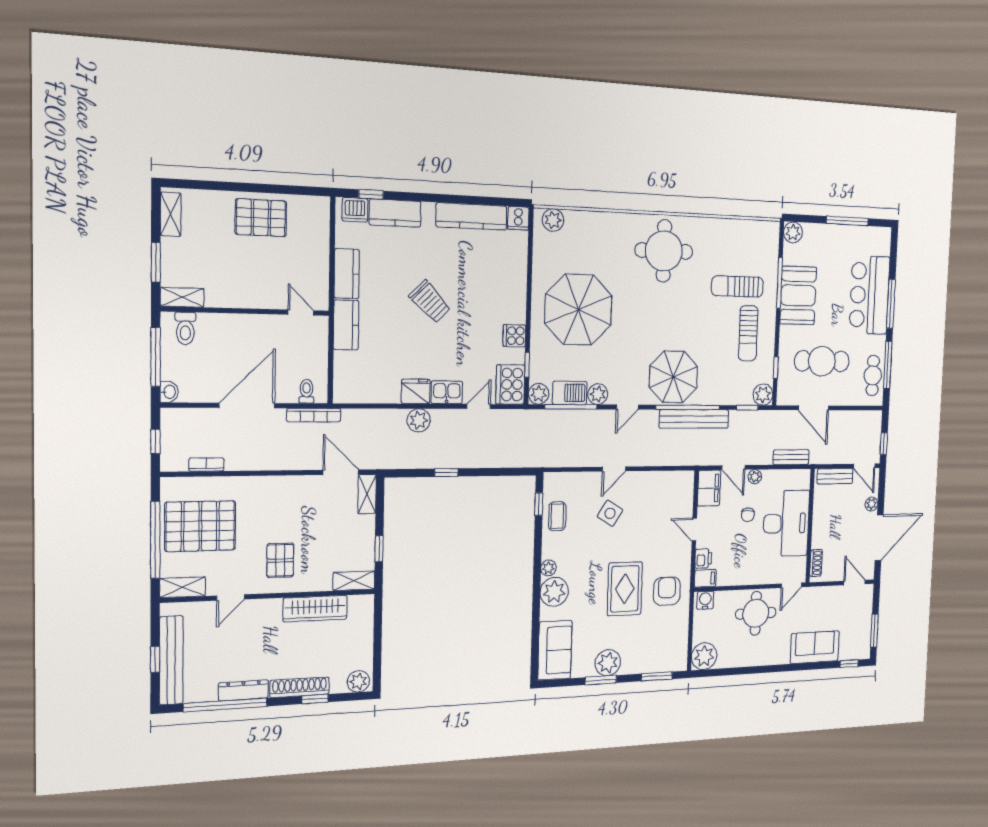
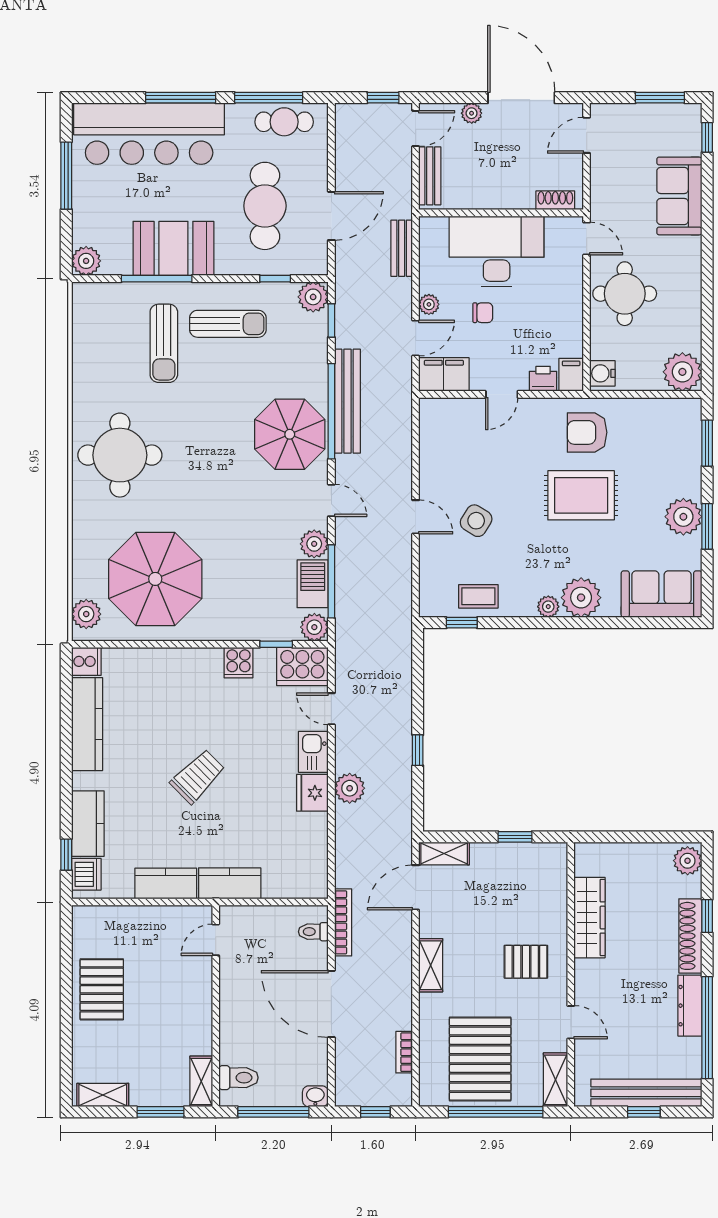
bar counter: (870, 295) -> (149, 134), width x1.36
parasol: (578, 310) -> (155, 579), moved
shelving: (354, 581) -> (431, 965), moved

